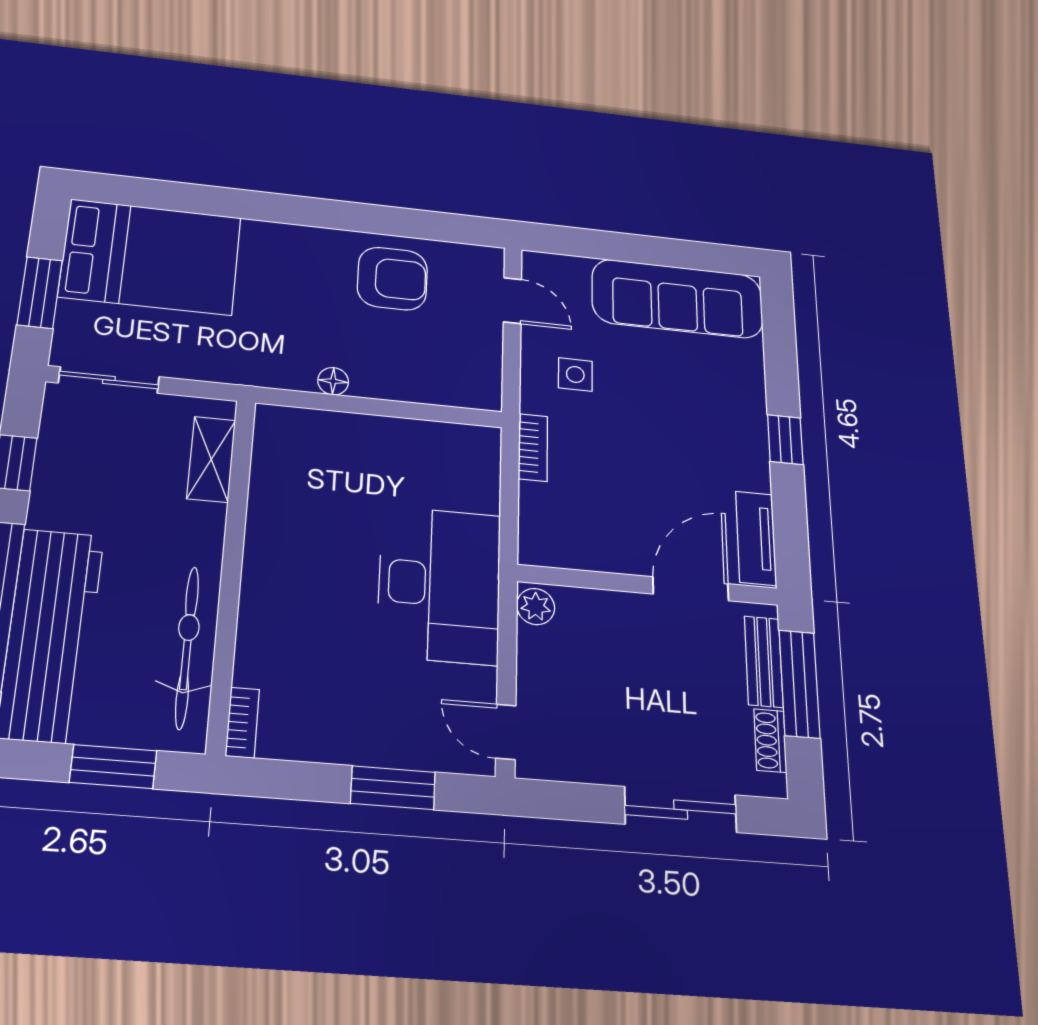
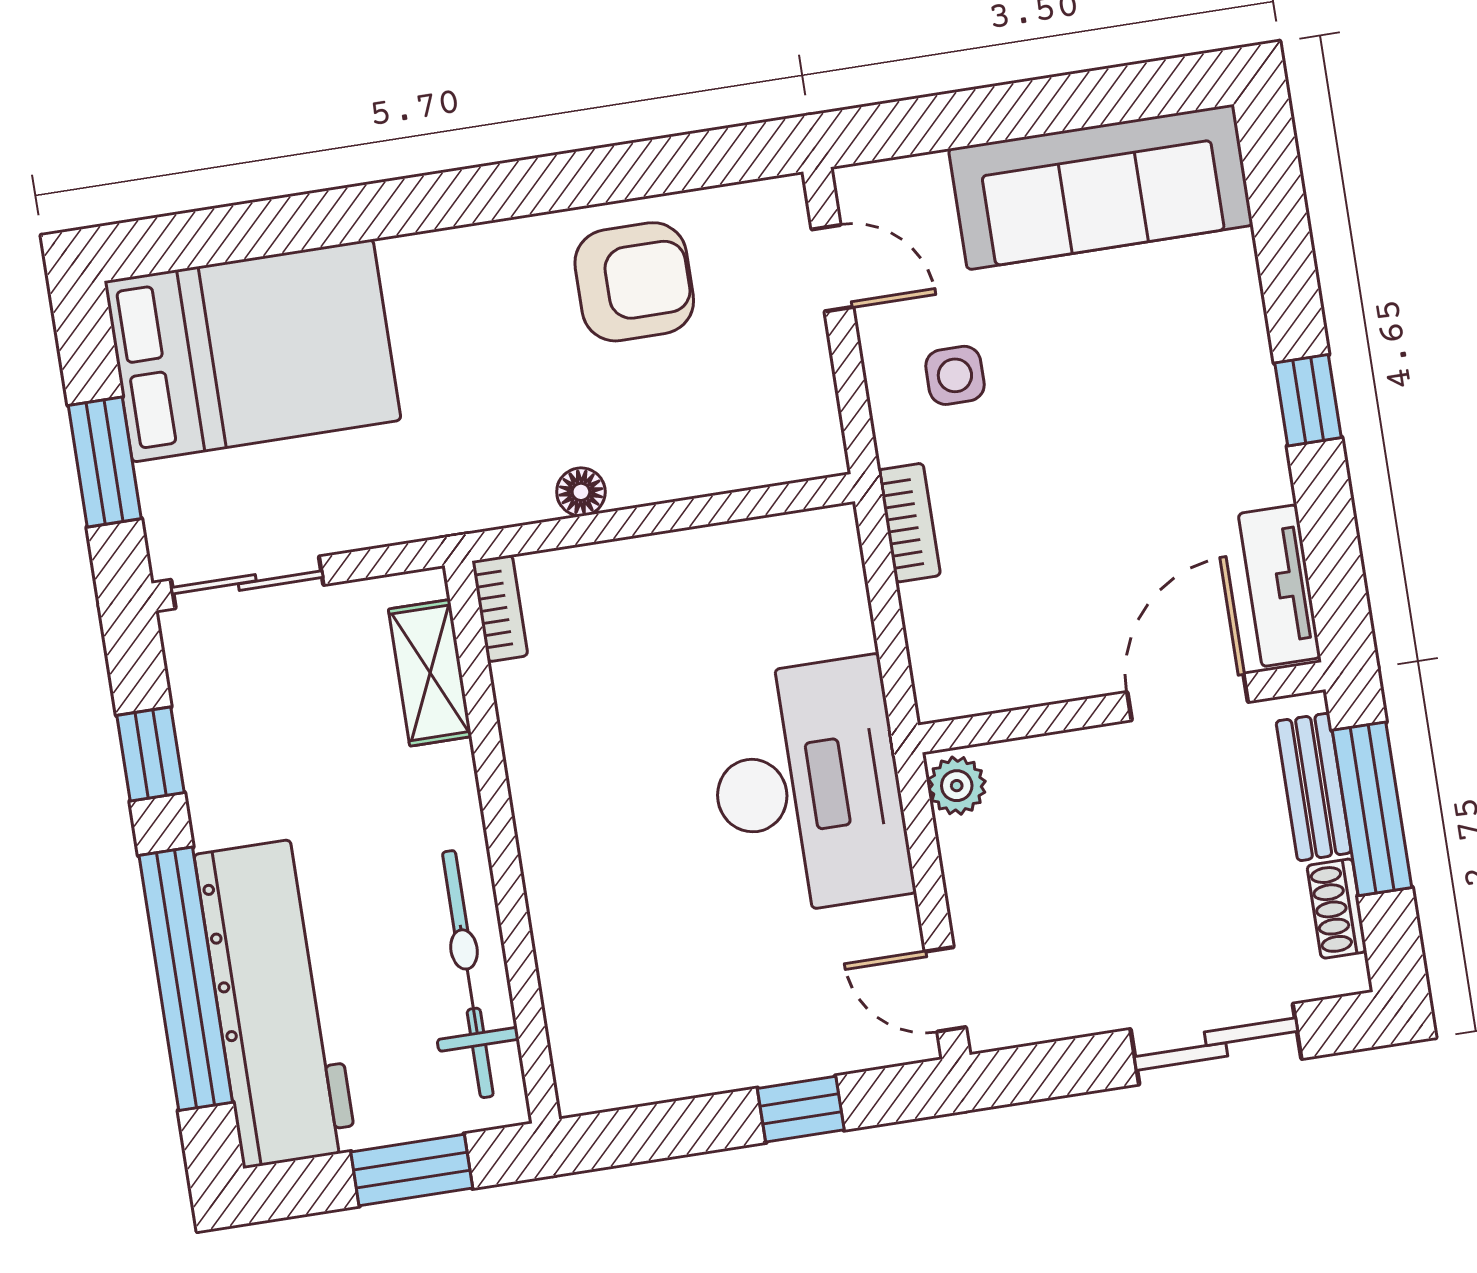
bookcase: (242, 723) -> (500, 608), moved
window: (393, 788) -> (801, 1109), width x0.67

